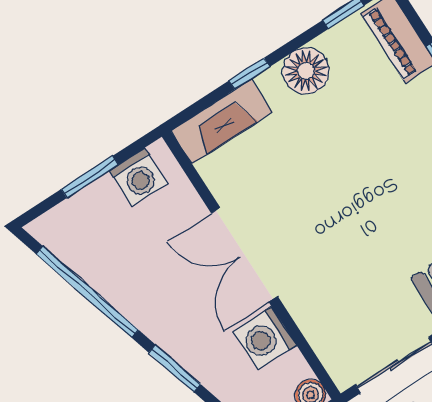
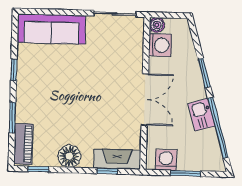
window: (249, 74) -> (107, 171), moved
kitchen sink: (131, 295) -> (201, 115), added
washing machine: (265, 338) -> (160, 45), moved

